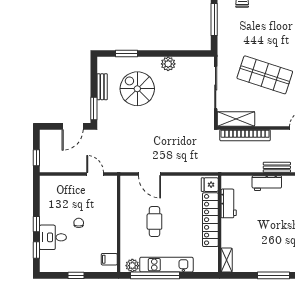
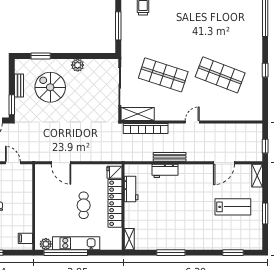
bench: (277, 167) -> (170, 157), width x1.36
cafe table: (154, 222) -> (84, 205), moved

